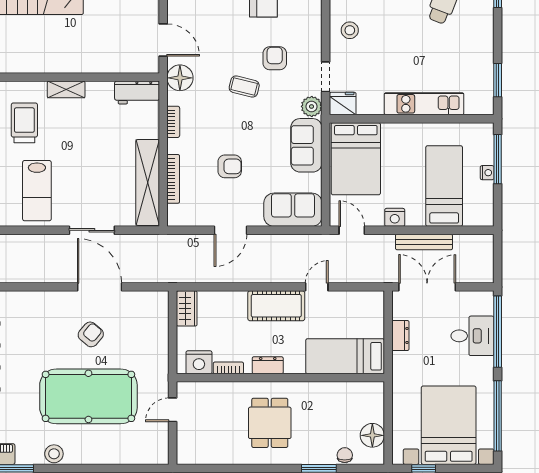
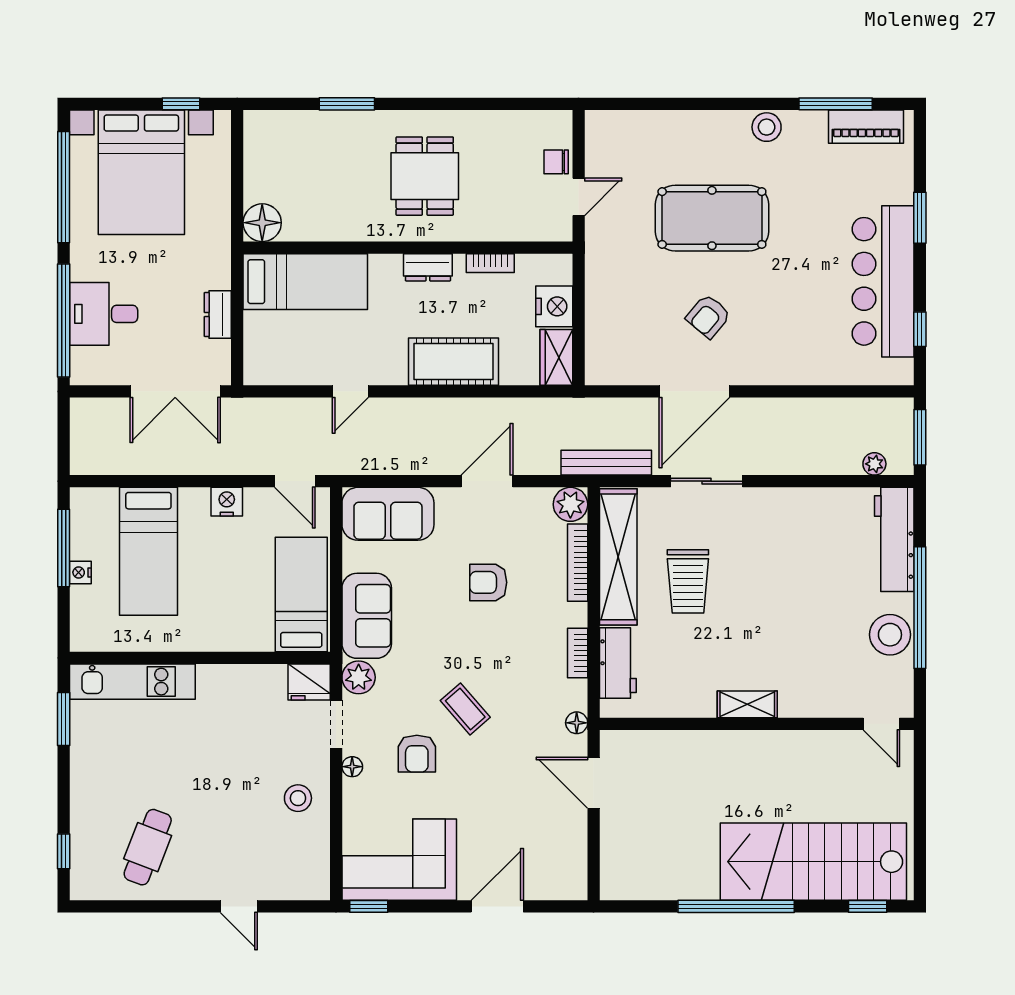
floor lamp: (316, 50) -> (352, 767), added
floor lamp: (180, 78) -> (577, 723), width x0.53, depth x0.53
coffee table: (244, 87) -> (465, 709), turned 35
workbench: (137, 92) -> (618, 663), moved, turned 90
kitchen unit: (424, 104) -> (132, 682), moved
trolley: (24, 123) -> (688, 581), moved
bed: (356, 159) -> (301, 595), width x0.67
window: (498, 159) -> (64, 548), moved
lab bench: (37, 191) -> (794, 544), removed
plant: (178, 216) -> (570, 504), added
bench: (424, 242) -> (606, 463), moved
door: (100, 287) -> (694, 391), hinge flipped
cot: (276, 306) -> (454, 362), moved
nightstand: (199, 362) -> (554, 306), moved, turned 90
pool table: (88, 396) -> (712, 218), width x0.73, depth x0.76
floor lamp: (372, 435) -> (262, 223), moved
chair: (345, 455) -> (556, 162), moved, turned 90

